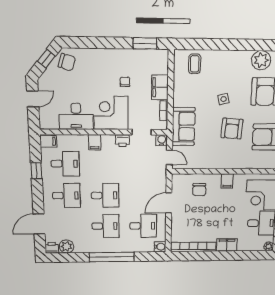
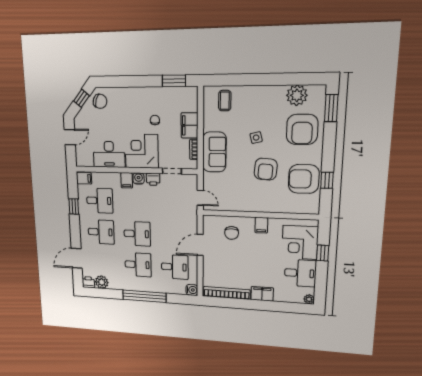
sofa: (184, 127) -> (214, 152), moved
water cooler: (162, 140) -> (139, 178), moved

